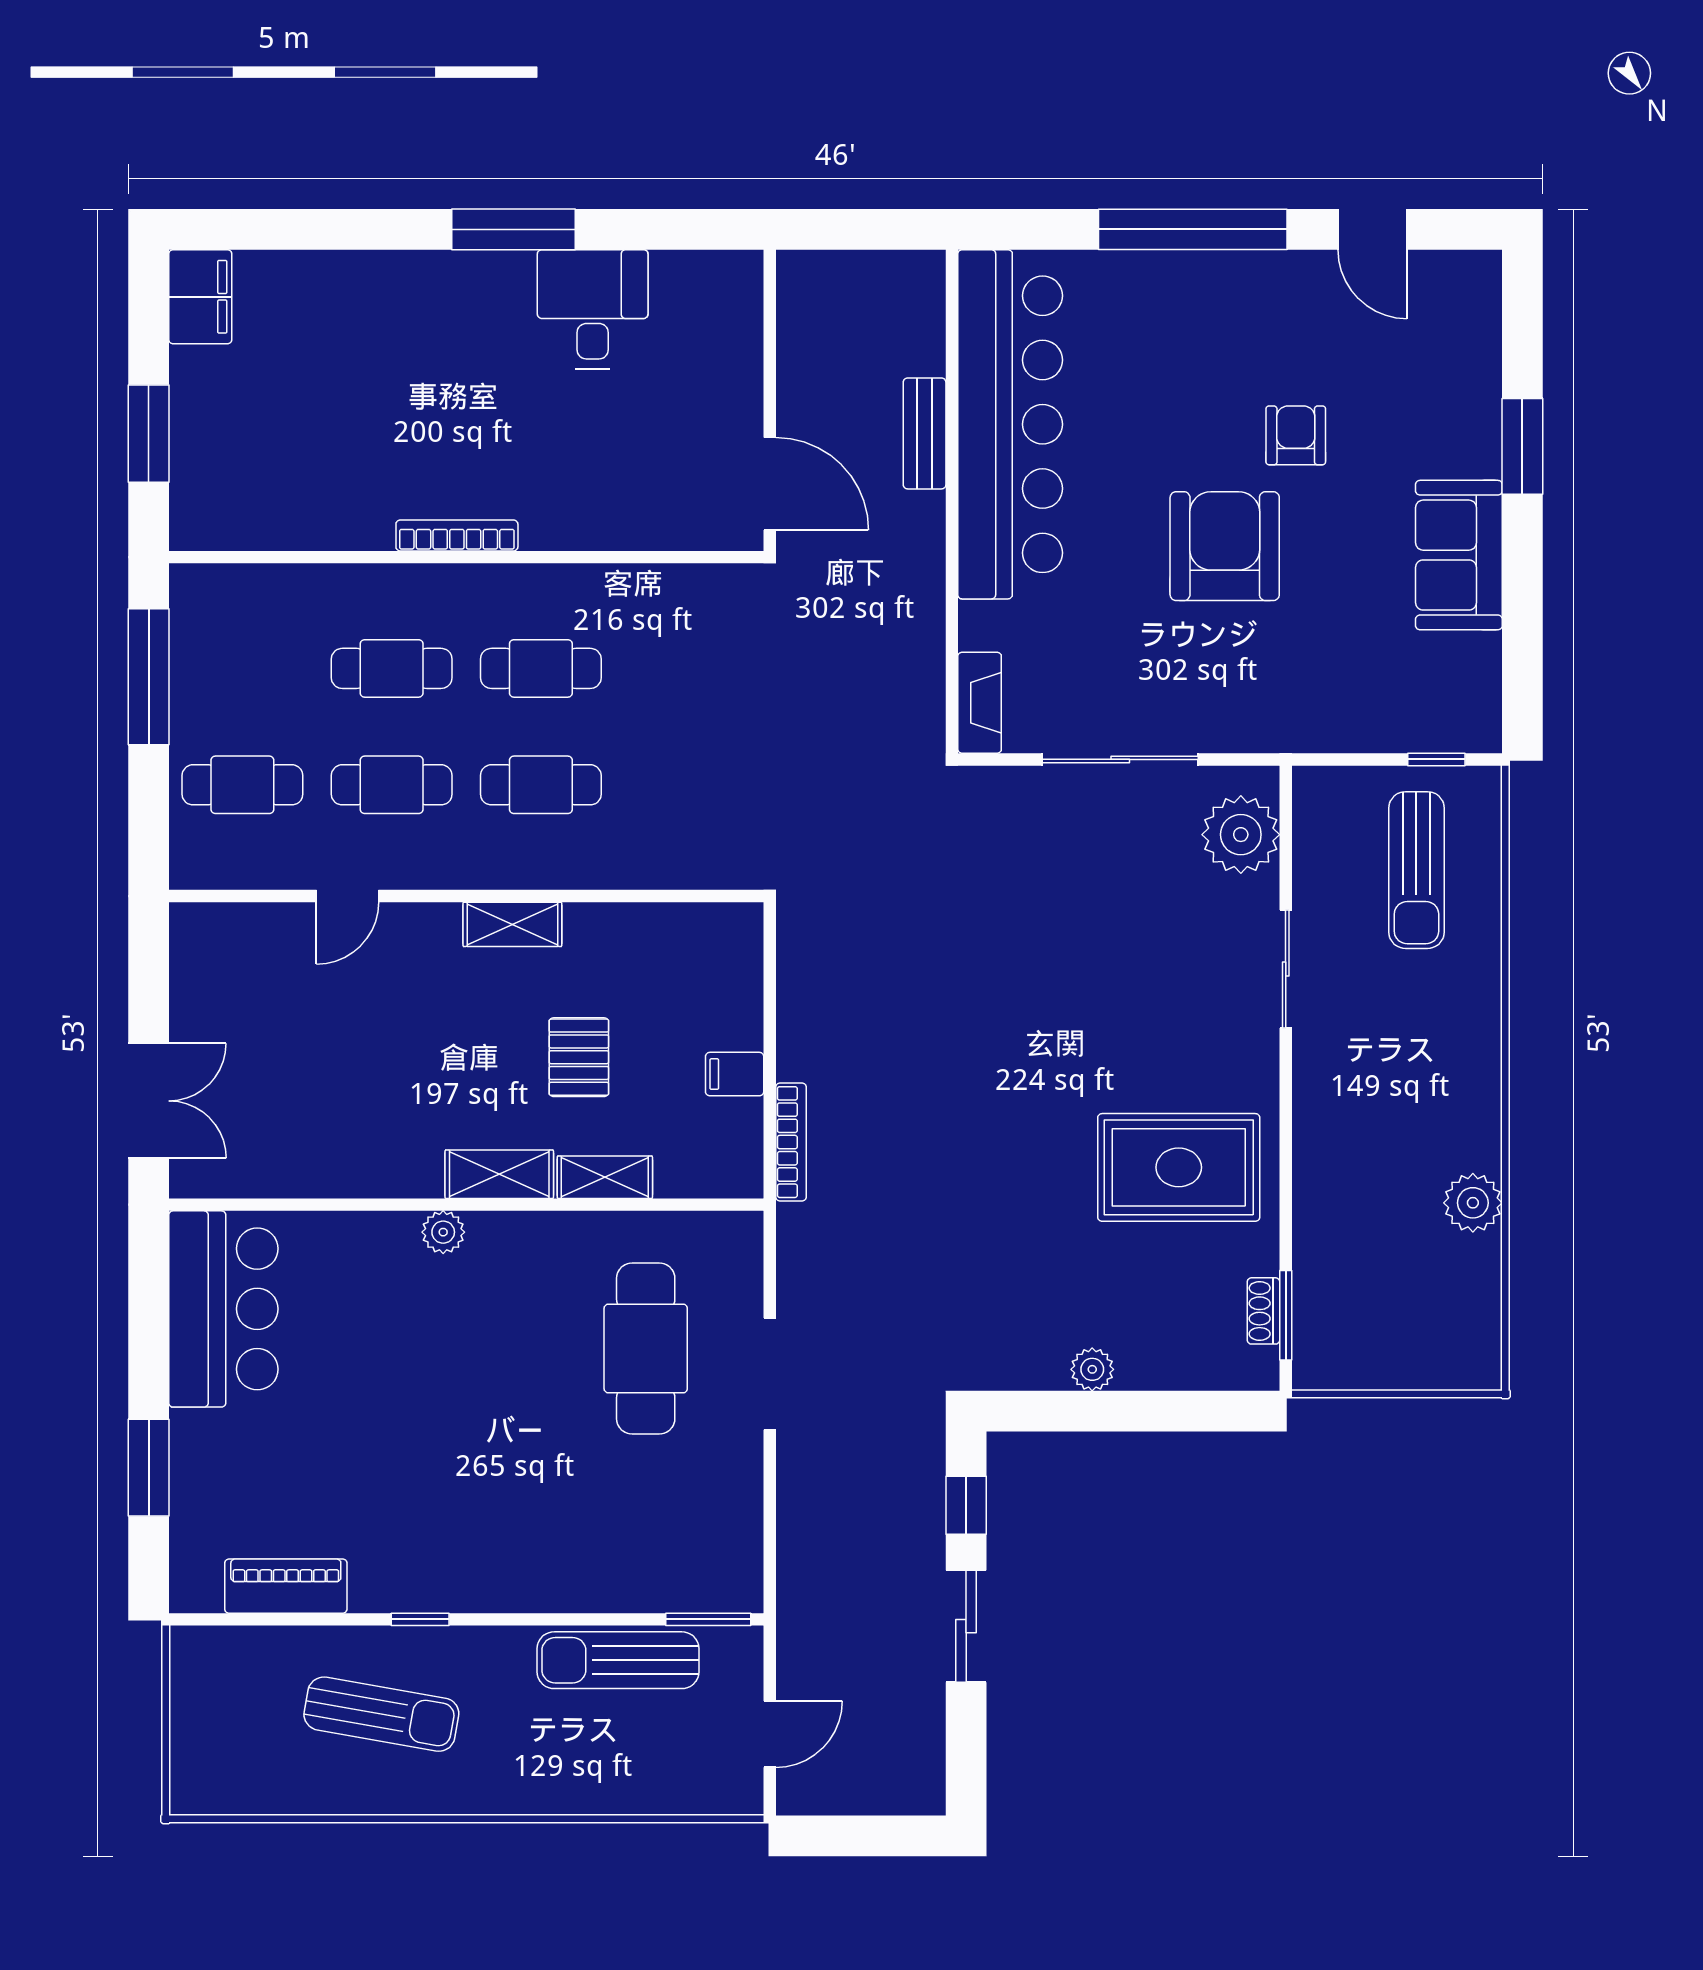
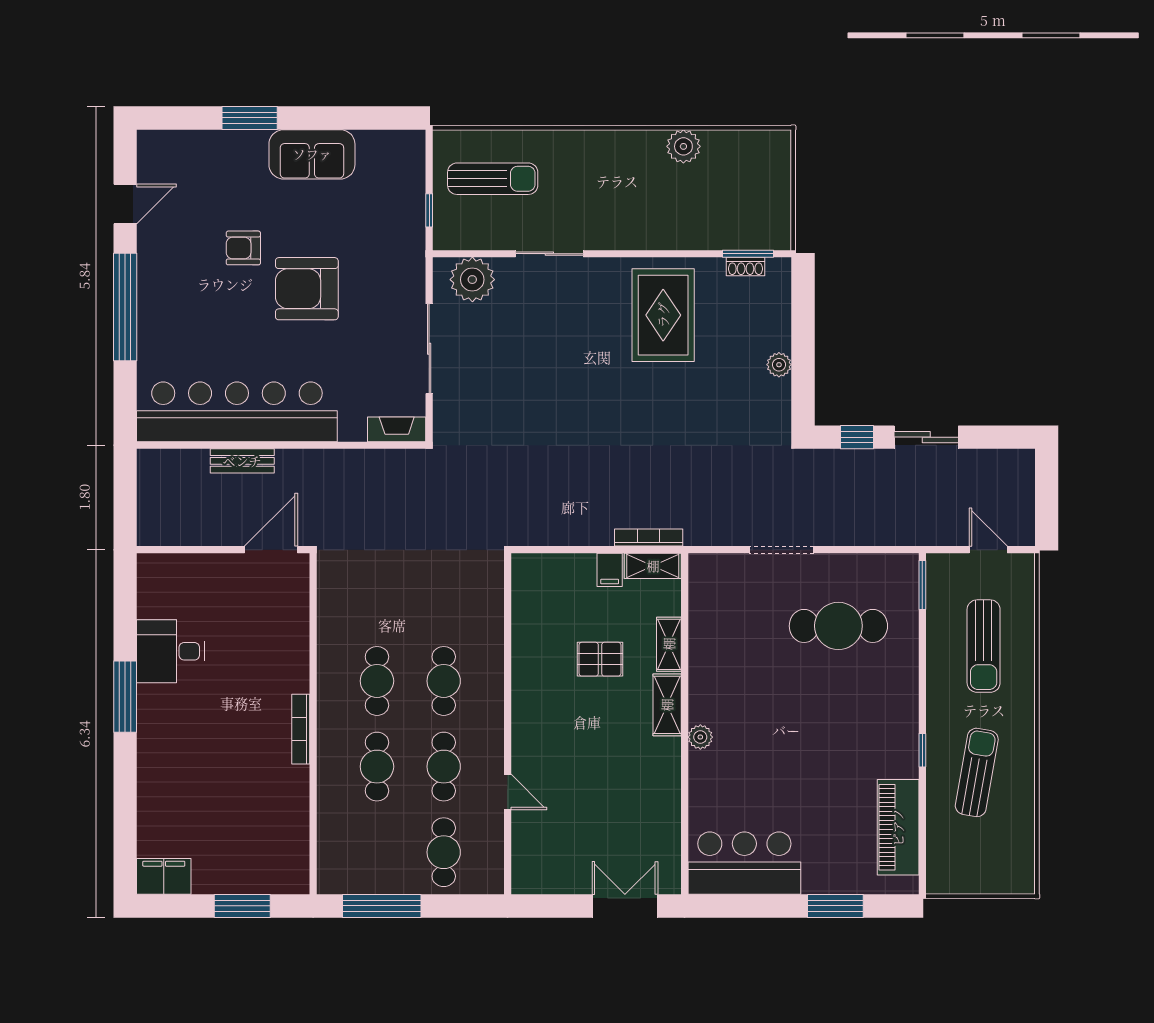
window: (1436, 759) -> (429, 210), moved
shelving: (512, 924) -> (653, 566), moved, turned 90
cafe table: (646, 1348) -> (838, 626), moved
piano: (286, 1586) -> (898, 827), width x1.37, depth x1.33
sun lounger: (618, 1660) -> (984, 646), moved

